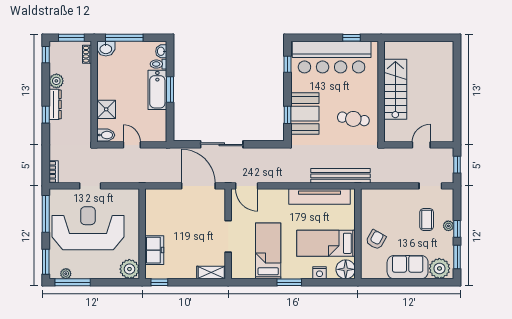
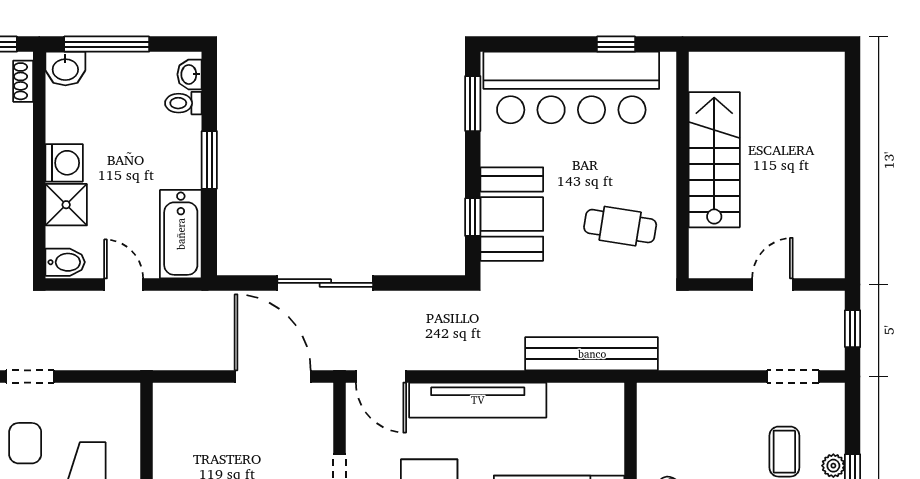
window: (288, 64) -> (473, 104), width x1.50
bathtub: (157, 90) -> (181, 234), moved
washing machine: (105, 91) -> (64, 163), added
tv unit: (320, 197) -> (478, 400), moved

